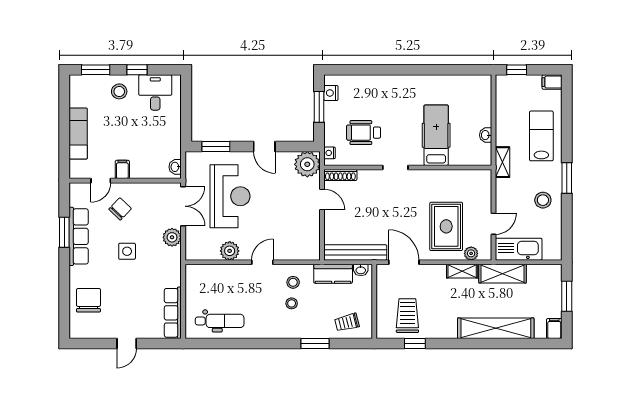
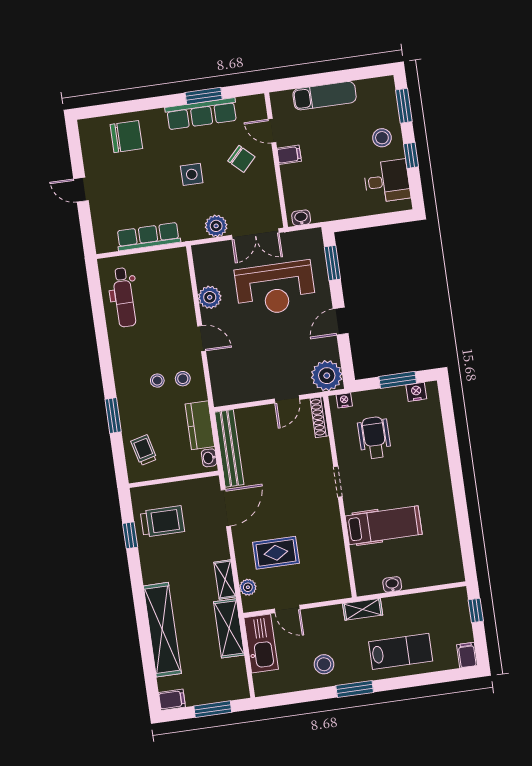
rug: (446, 226) -> (276, 553), width x0.73, depth x0.70
row of seats: (173, 313) -> (148, 237), moved

